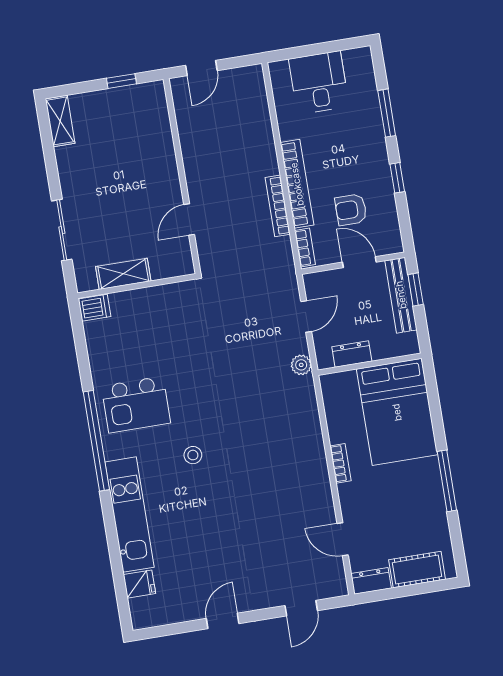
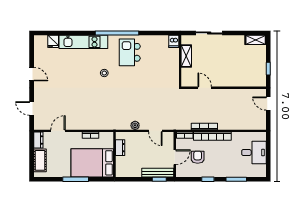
dresser: (352, 354) -> (120, 148), moved
wall: (370, 364) -> (114, 155), moved
bed: (397, 412) -> (92, 163), moved

